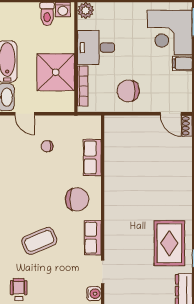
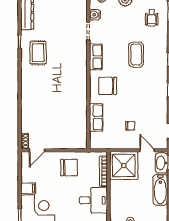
shower: (56, 72) -> (124, 166), moved
door: (171, 114) -> (37, 150), swing flipped
coffee table: (39, 241) -> (136, 55), turned -67
rug: (169, 243) -> (38, 53), width x0.73, depth x0.70

